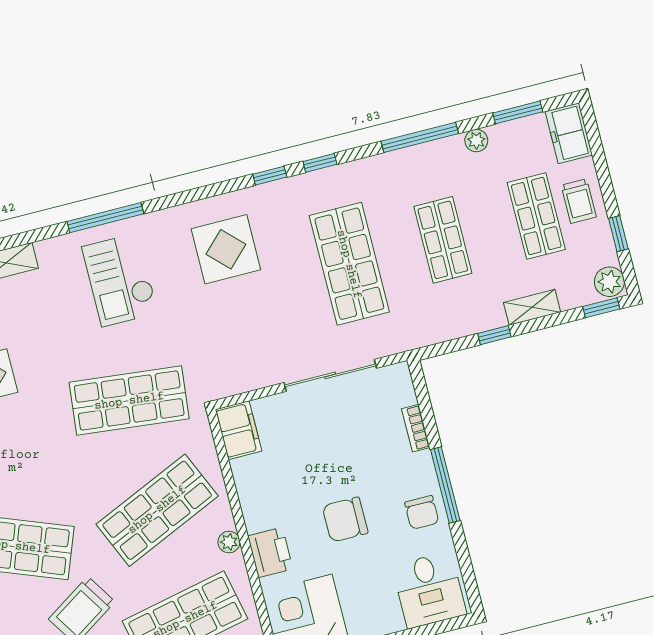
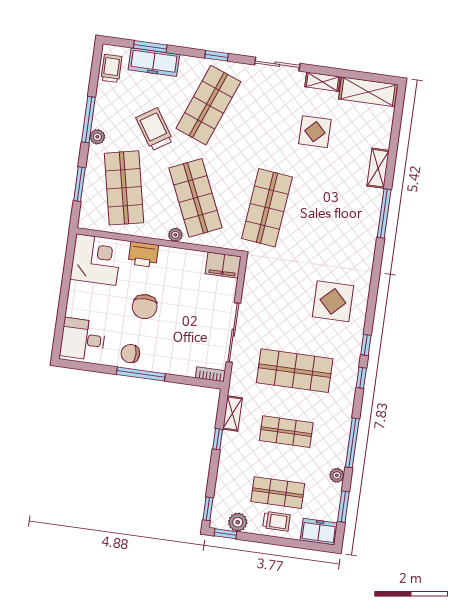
trolley: (579, 201) -> (276, 521), turned 180
window: (105, 218) -> (384, 214), moved
window: (618, 234) -> (225, 534), moved
checkout: (120, 280) -> (340, 231), removed
plant: (609, 282) -> (238, 522), moved
shelving: (532, 307) -> (233, 413), moved
bookcase: (416, 428) -> (210, 374), moved
chair: (345, 520) -> (145, 307), turned 180
plant: (229, 542) -> (175, 235), moved

